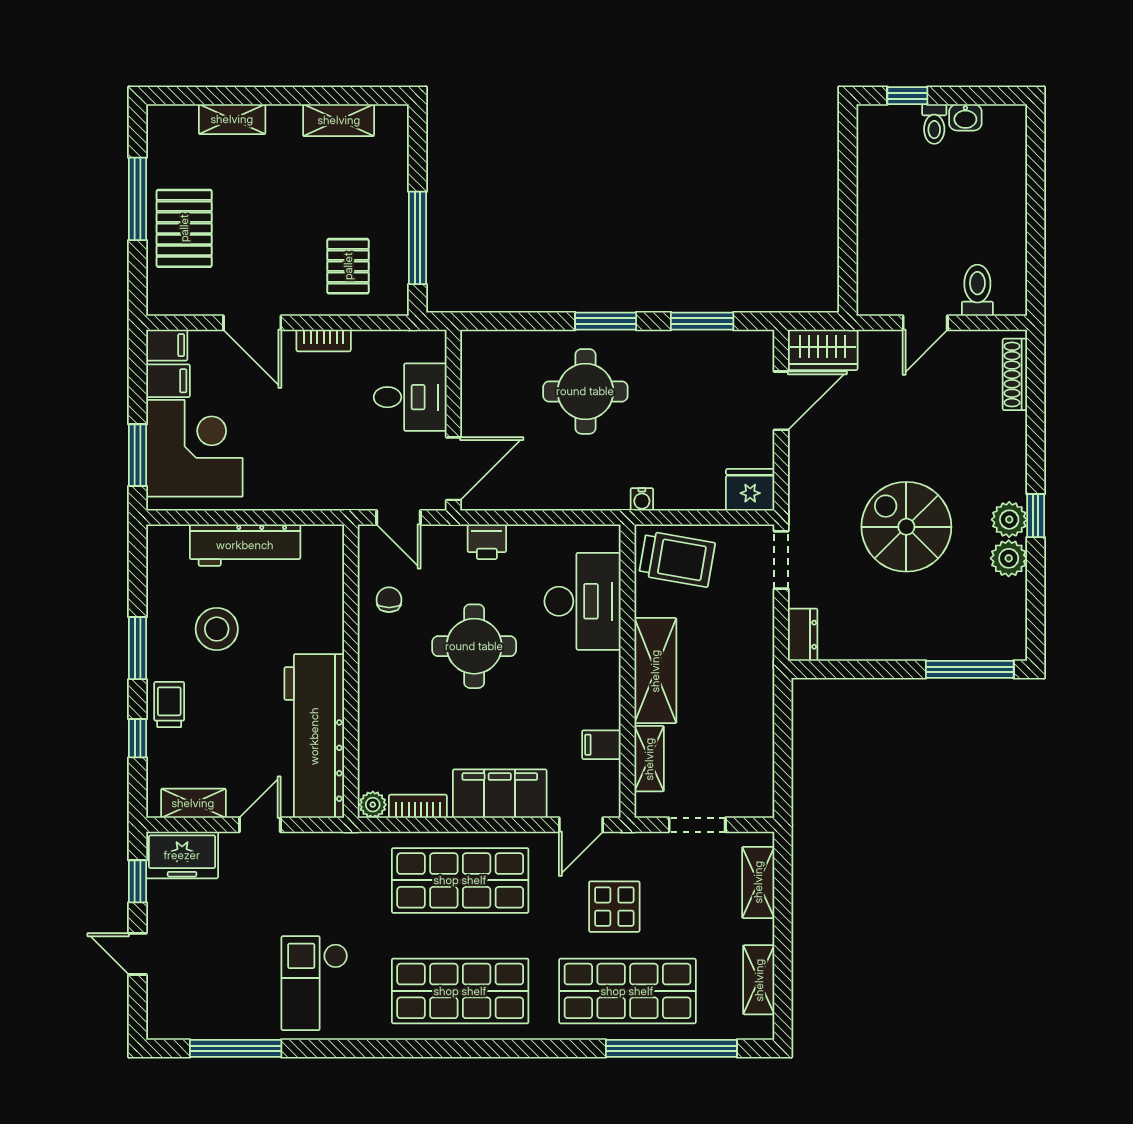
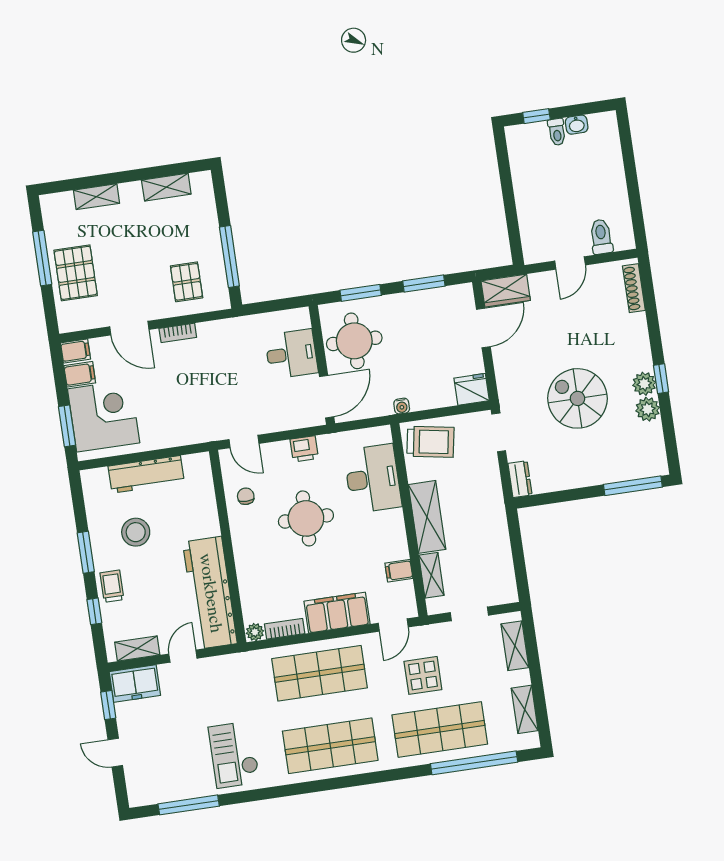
desk: (410, 397) -> (291, 354), moved
wall: (453, 420) -> (322, 365), moved
door: (453, 469) -> (327, 397), moved

